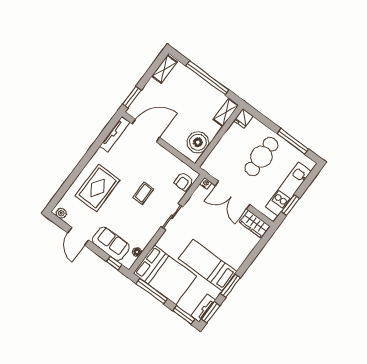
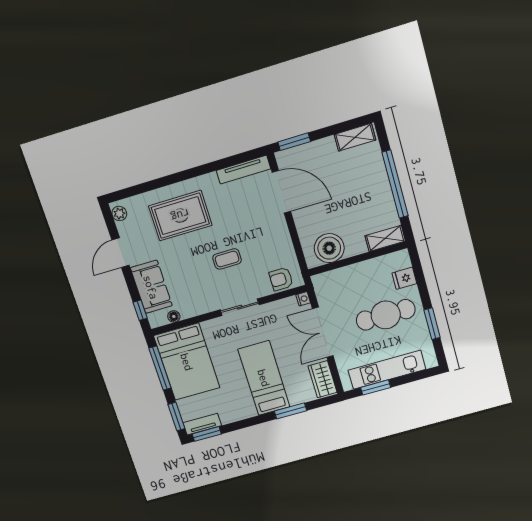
fridge: (243, 118) -> (404, 278), moved
window: (293, 141) -> (432, 324), width x0.69
bed: (208, 265) -> (264, 378), moved
window: (230, 286) -> (290, 411), moved

